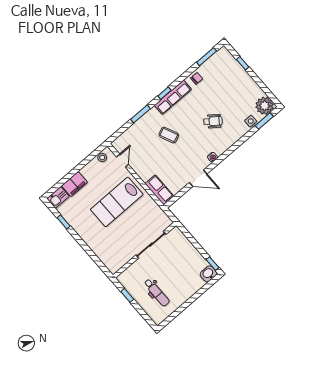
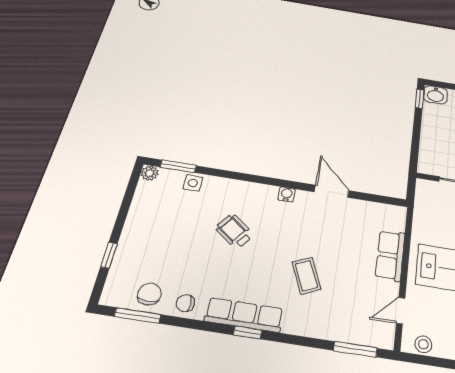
chair: (212, 67) -> (149, 294), added
plant: (265, 106) -> (150, 173), width x0.53, depth x0.53
window: (140, 114) -> (355, 349), moved
row of seats: (159, 190) -> (390, 255), moved

